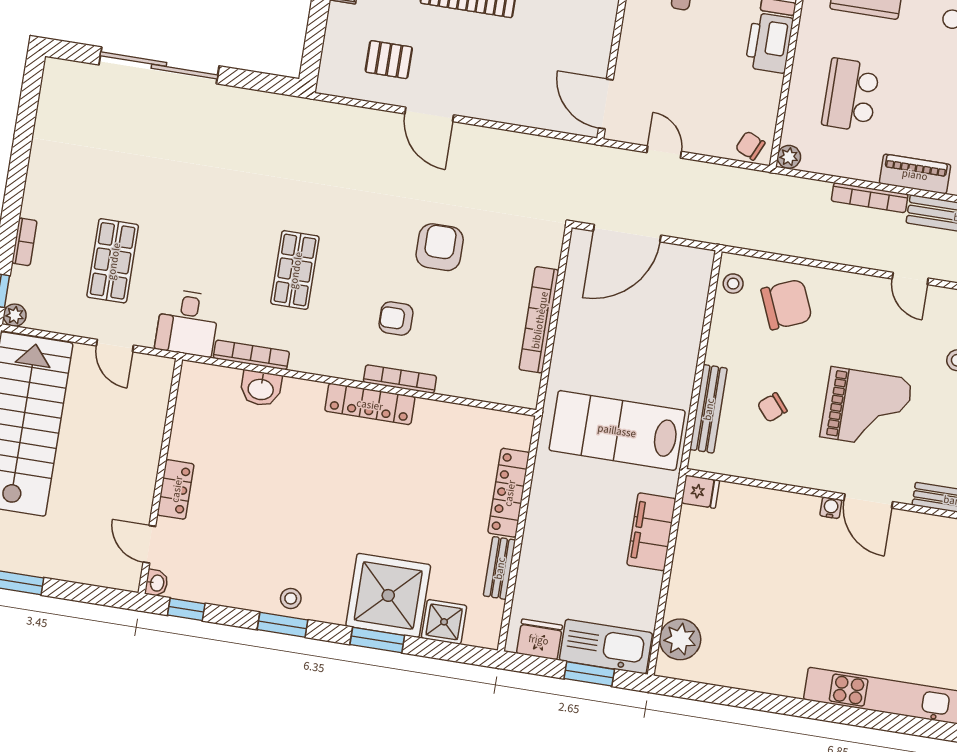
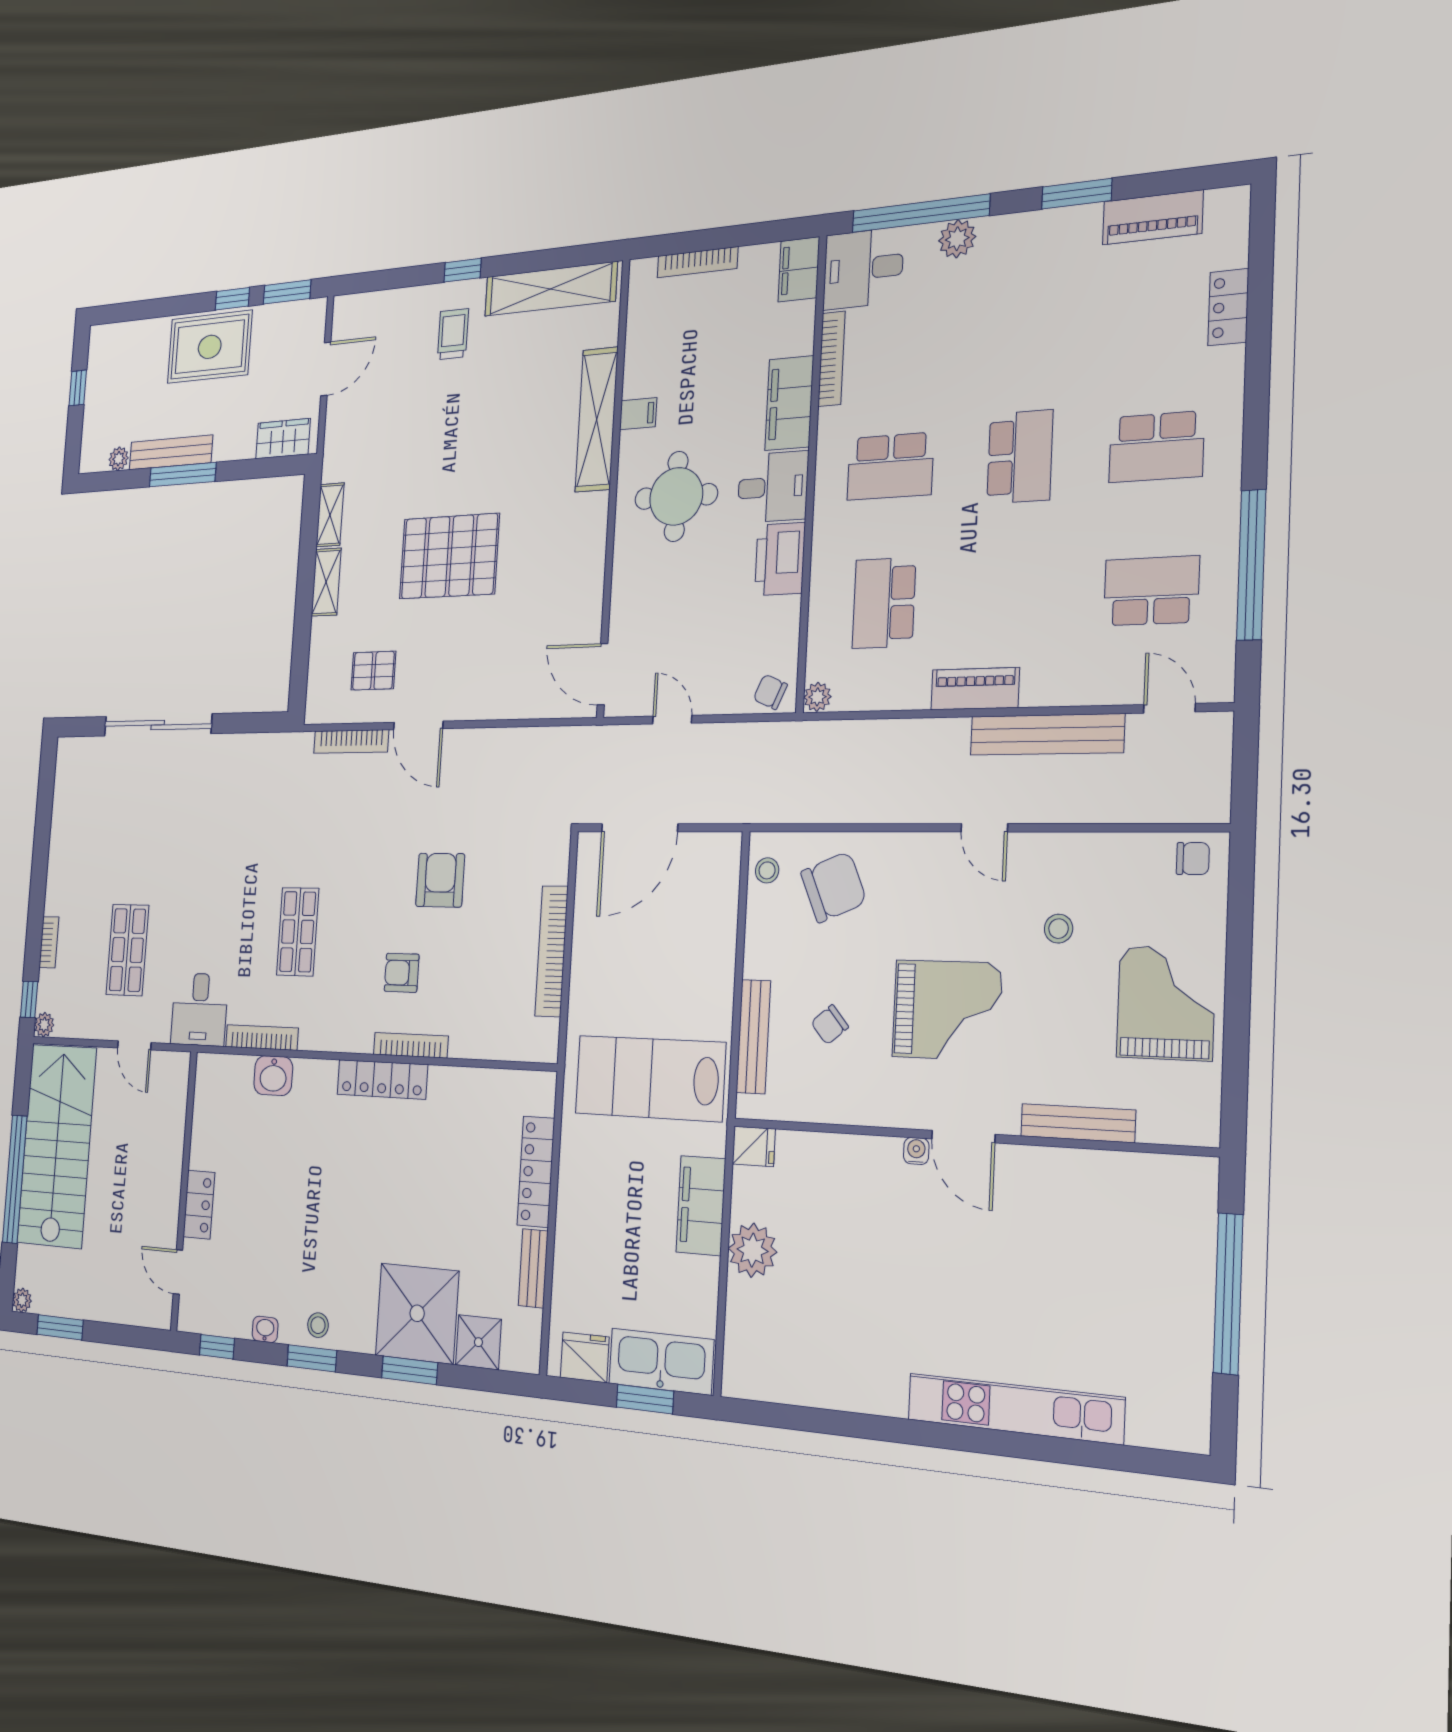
bookcase: (870, 198) -> (351, 741), moved
washbasin: (157, 583) -> (265, 1329), moved, turned -90
plant: (680, 639) -> (752, 1250), moved

